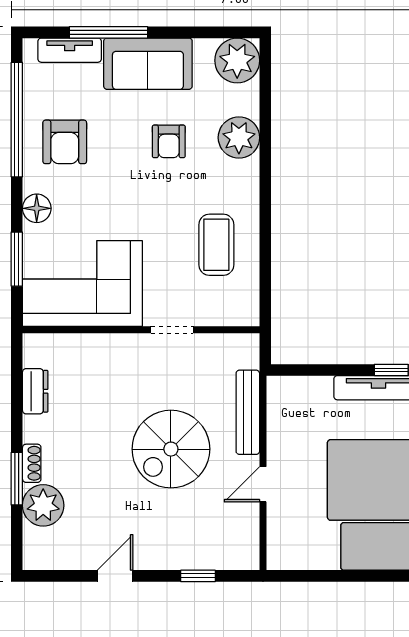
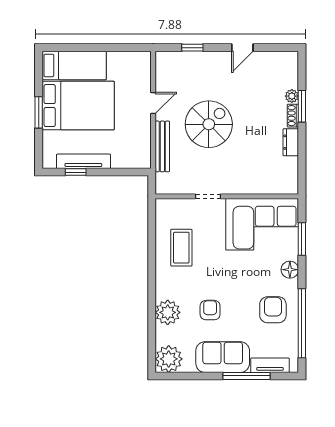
dresser: (35, 391) -> (291, 142), moved
plant: (43, 505) -> (292, 96), width x0.53, depth x0.53

